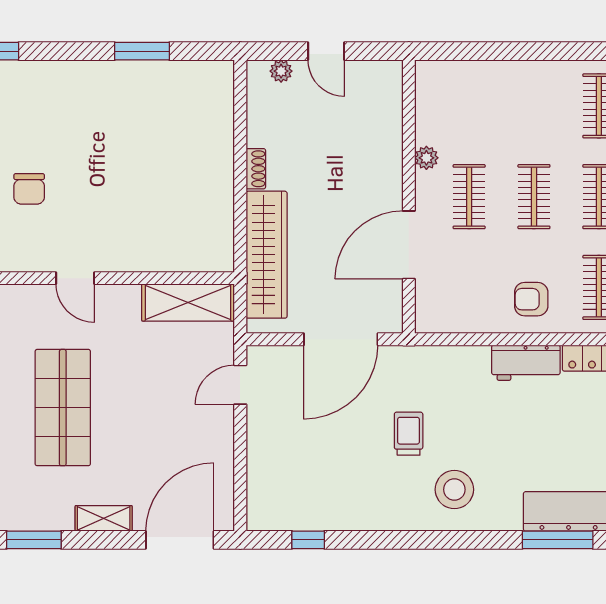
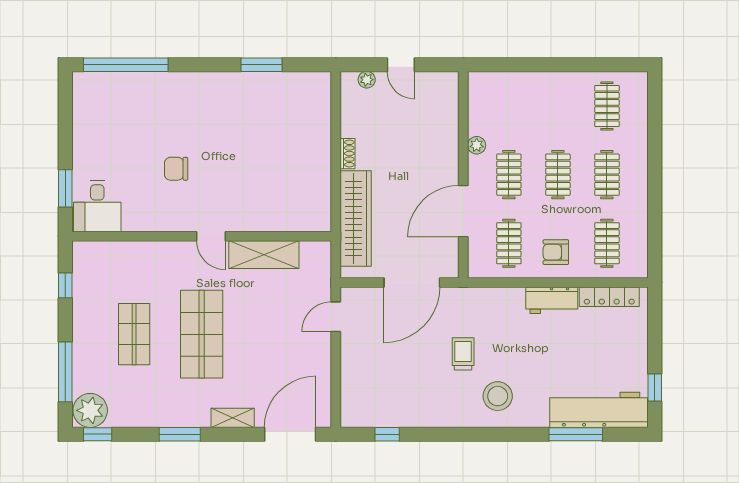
chair: (29, 189) -> (176, 169), turned 90
clothes rail: (469, 287) -> (509, 243), added
shelving: (188, 302) -> (264, 255), moved

